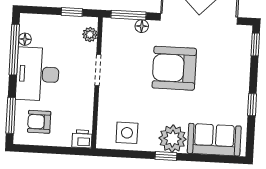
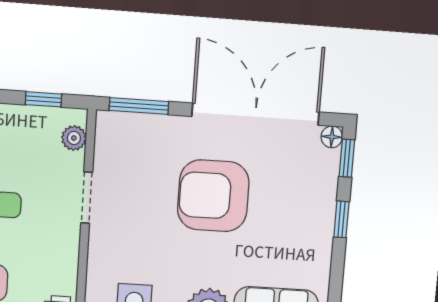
floor lamp: (142, 26) -> (332, 137), moved
window: (252, 105) -> (341, 219), moved

